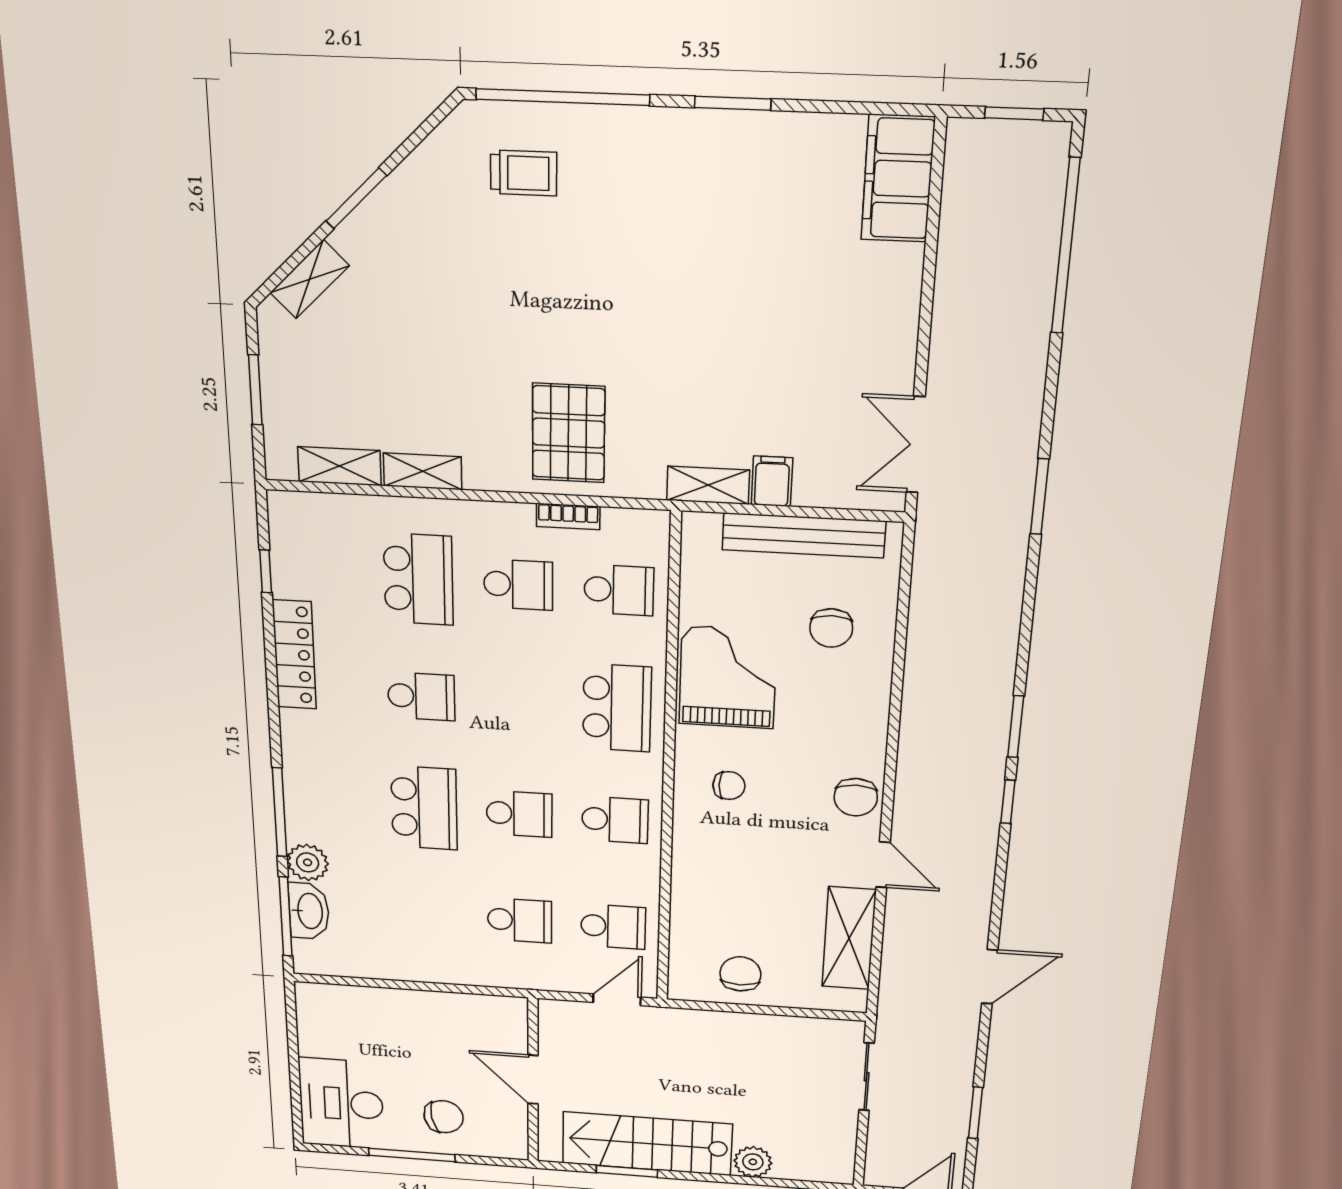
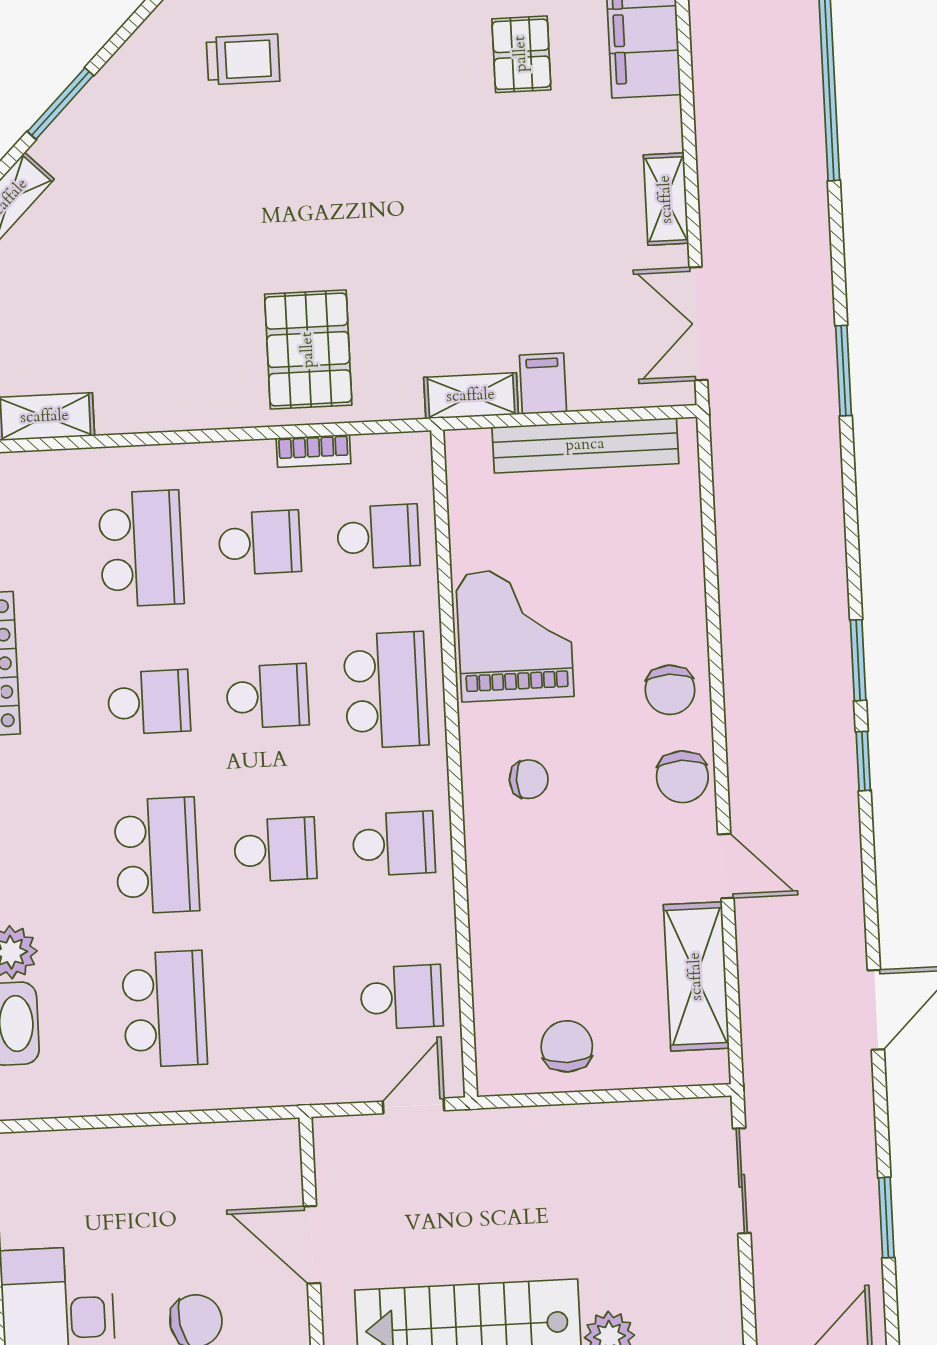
pallet: (781, 191) -> (521, 54), added
shelving: (423, 471) -> (666, 199), moved, turned 90
chair: (831, 628) -> (670, 690), moved
school desk: (519, 702) -> (267, 696), added
school desk: (520, 920) -> (164, 1009), moved, width x1.85

